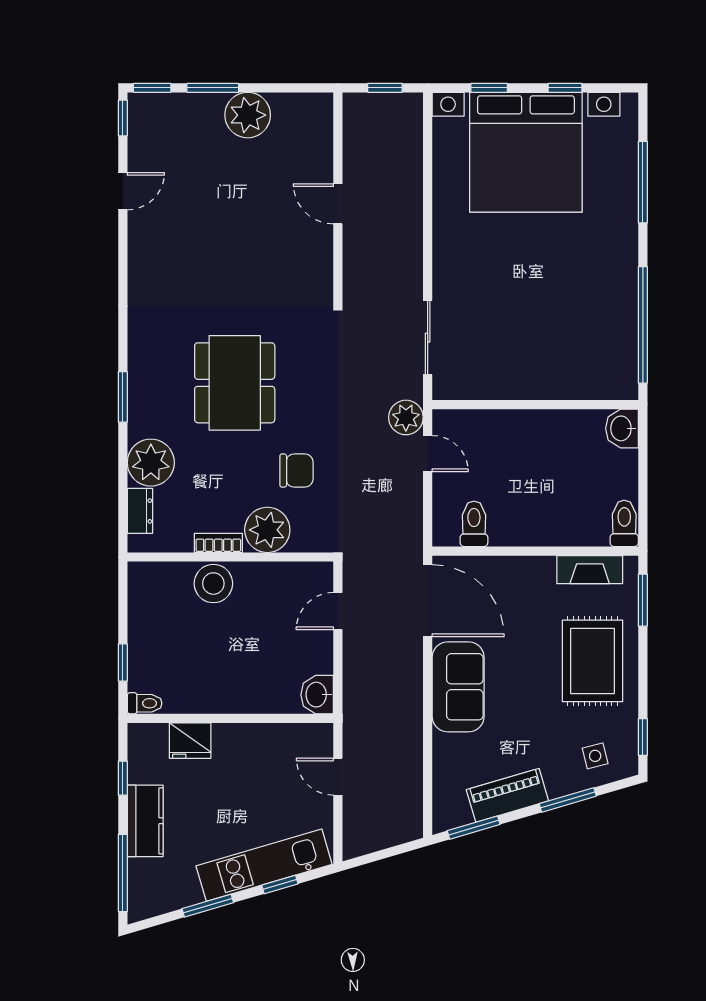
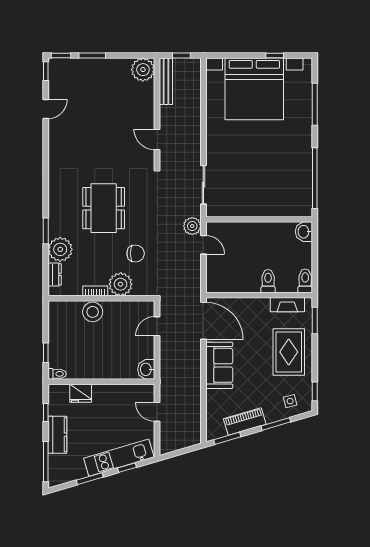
window: (489, 88) -> (235, 55), removed
plant: (248, 115) -> (143, 70), moved
bench: (355, 137) -> (166, 81), added
door: (338, 204) -> (157, 139), moved
window: (123, 397) -> (46, 231), moved
toilet: (474, 524) -> (268, 281), moved

